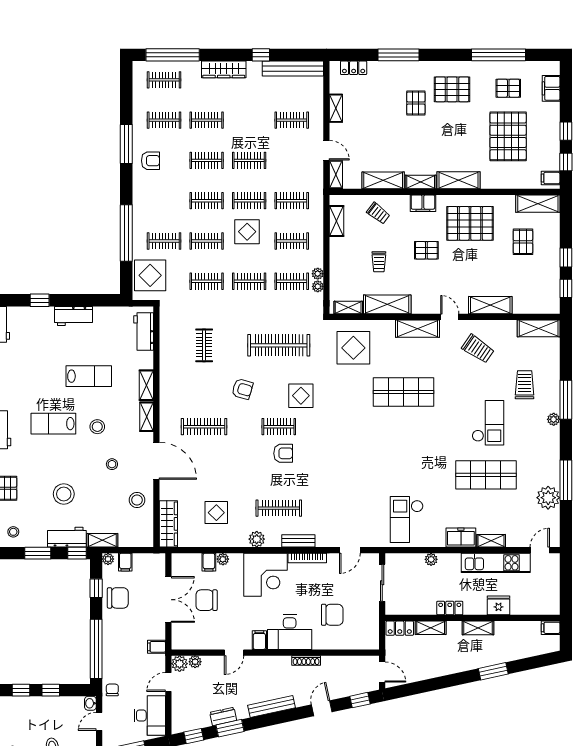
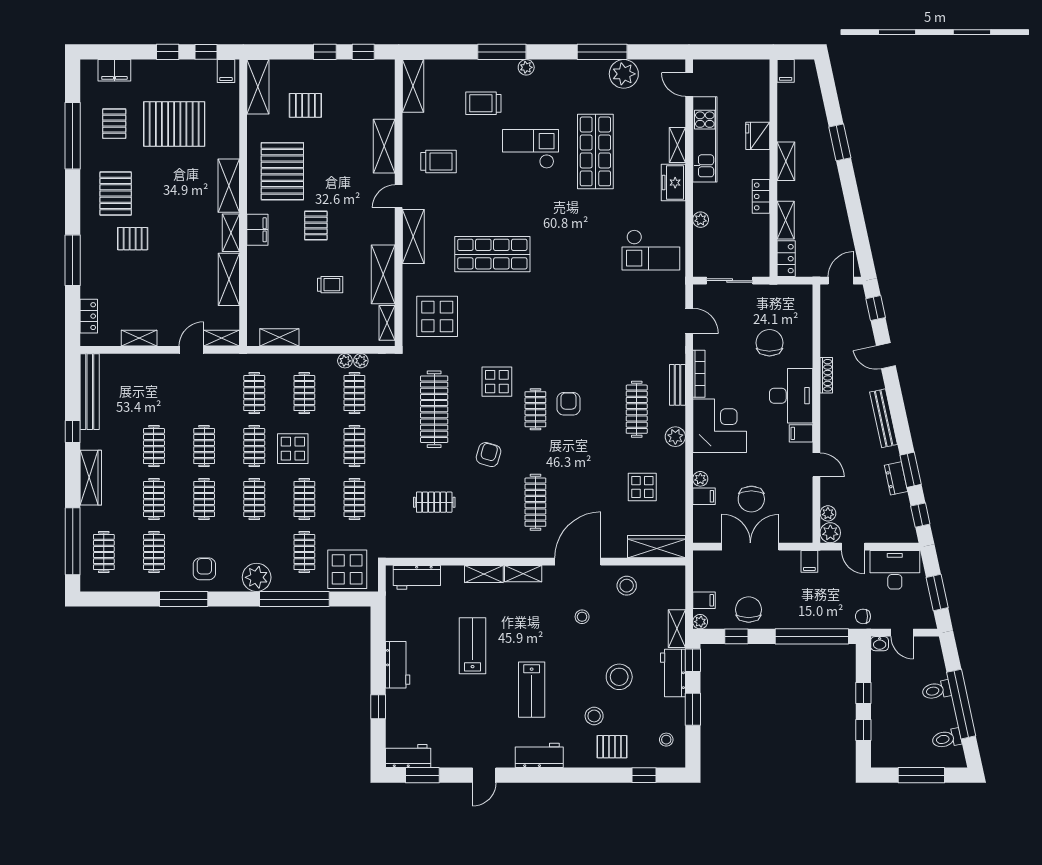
clothes rail: (292, 120) -> (154, 446), moved
plant: (144, 203) -> (257, 577), added
trolley: (378, 213) -> (270, 286), removed
trolley: (478, 349) -> (438, 161), turned 56
shop shelf: (403, 392) -> (492, 254), turned 90
stool: (97, 427) -> (594, 716), moved

